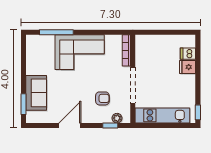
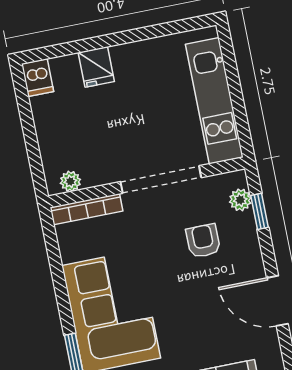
plant: (140, 46) -> (70, 181), added
dishwasher: (188, 54) -> (38, 78), moved
window: (198, 112) -> (192, 24), removed

